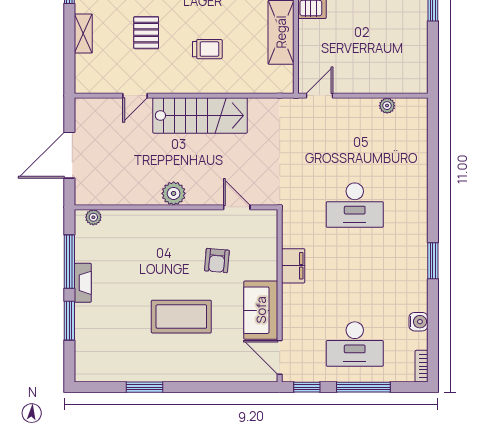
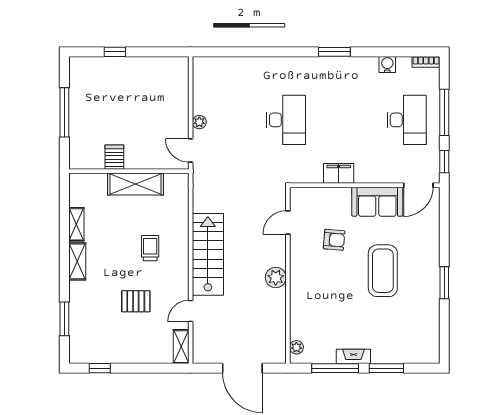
shelving: (83, 34) -> (181, 347), moved, turned 90
door: (135, 96) -> (191, 311), swing flipped
plant: (387, 106) -> (199, 122), moved
window: (145, 387) -> (444, 283), moved

